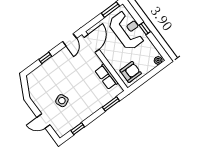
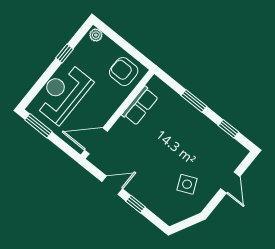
window: (145, 28) -> (64, 54), moved
door: (70, 40) -> (112, 185), moved
side table: (62, 101) -> (187, 184), moved
window: (111, 104) -> (194, 101), moved

